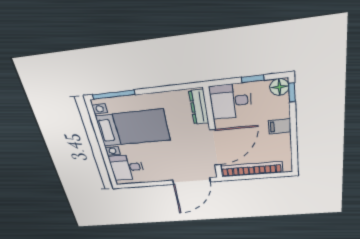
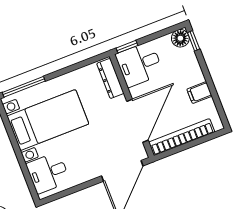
window: (253, 79) -> (127, 47), moved
filing cabinet: (280, 126) -> (199, 93), moved

